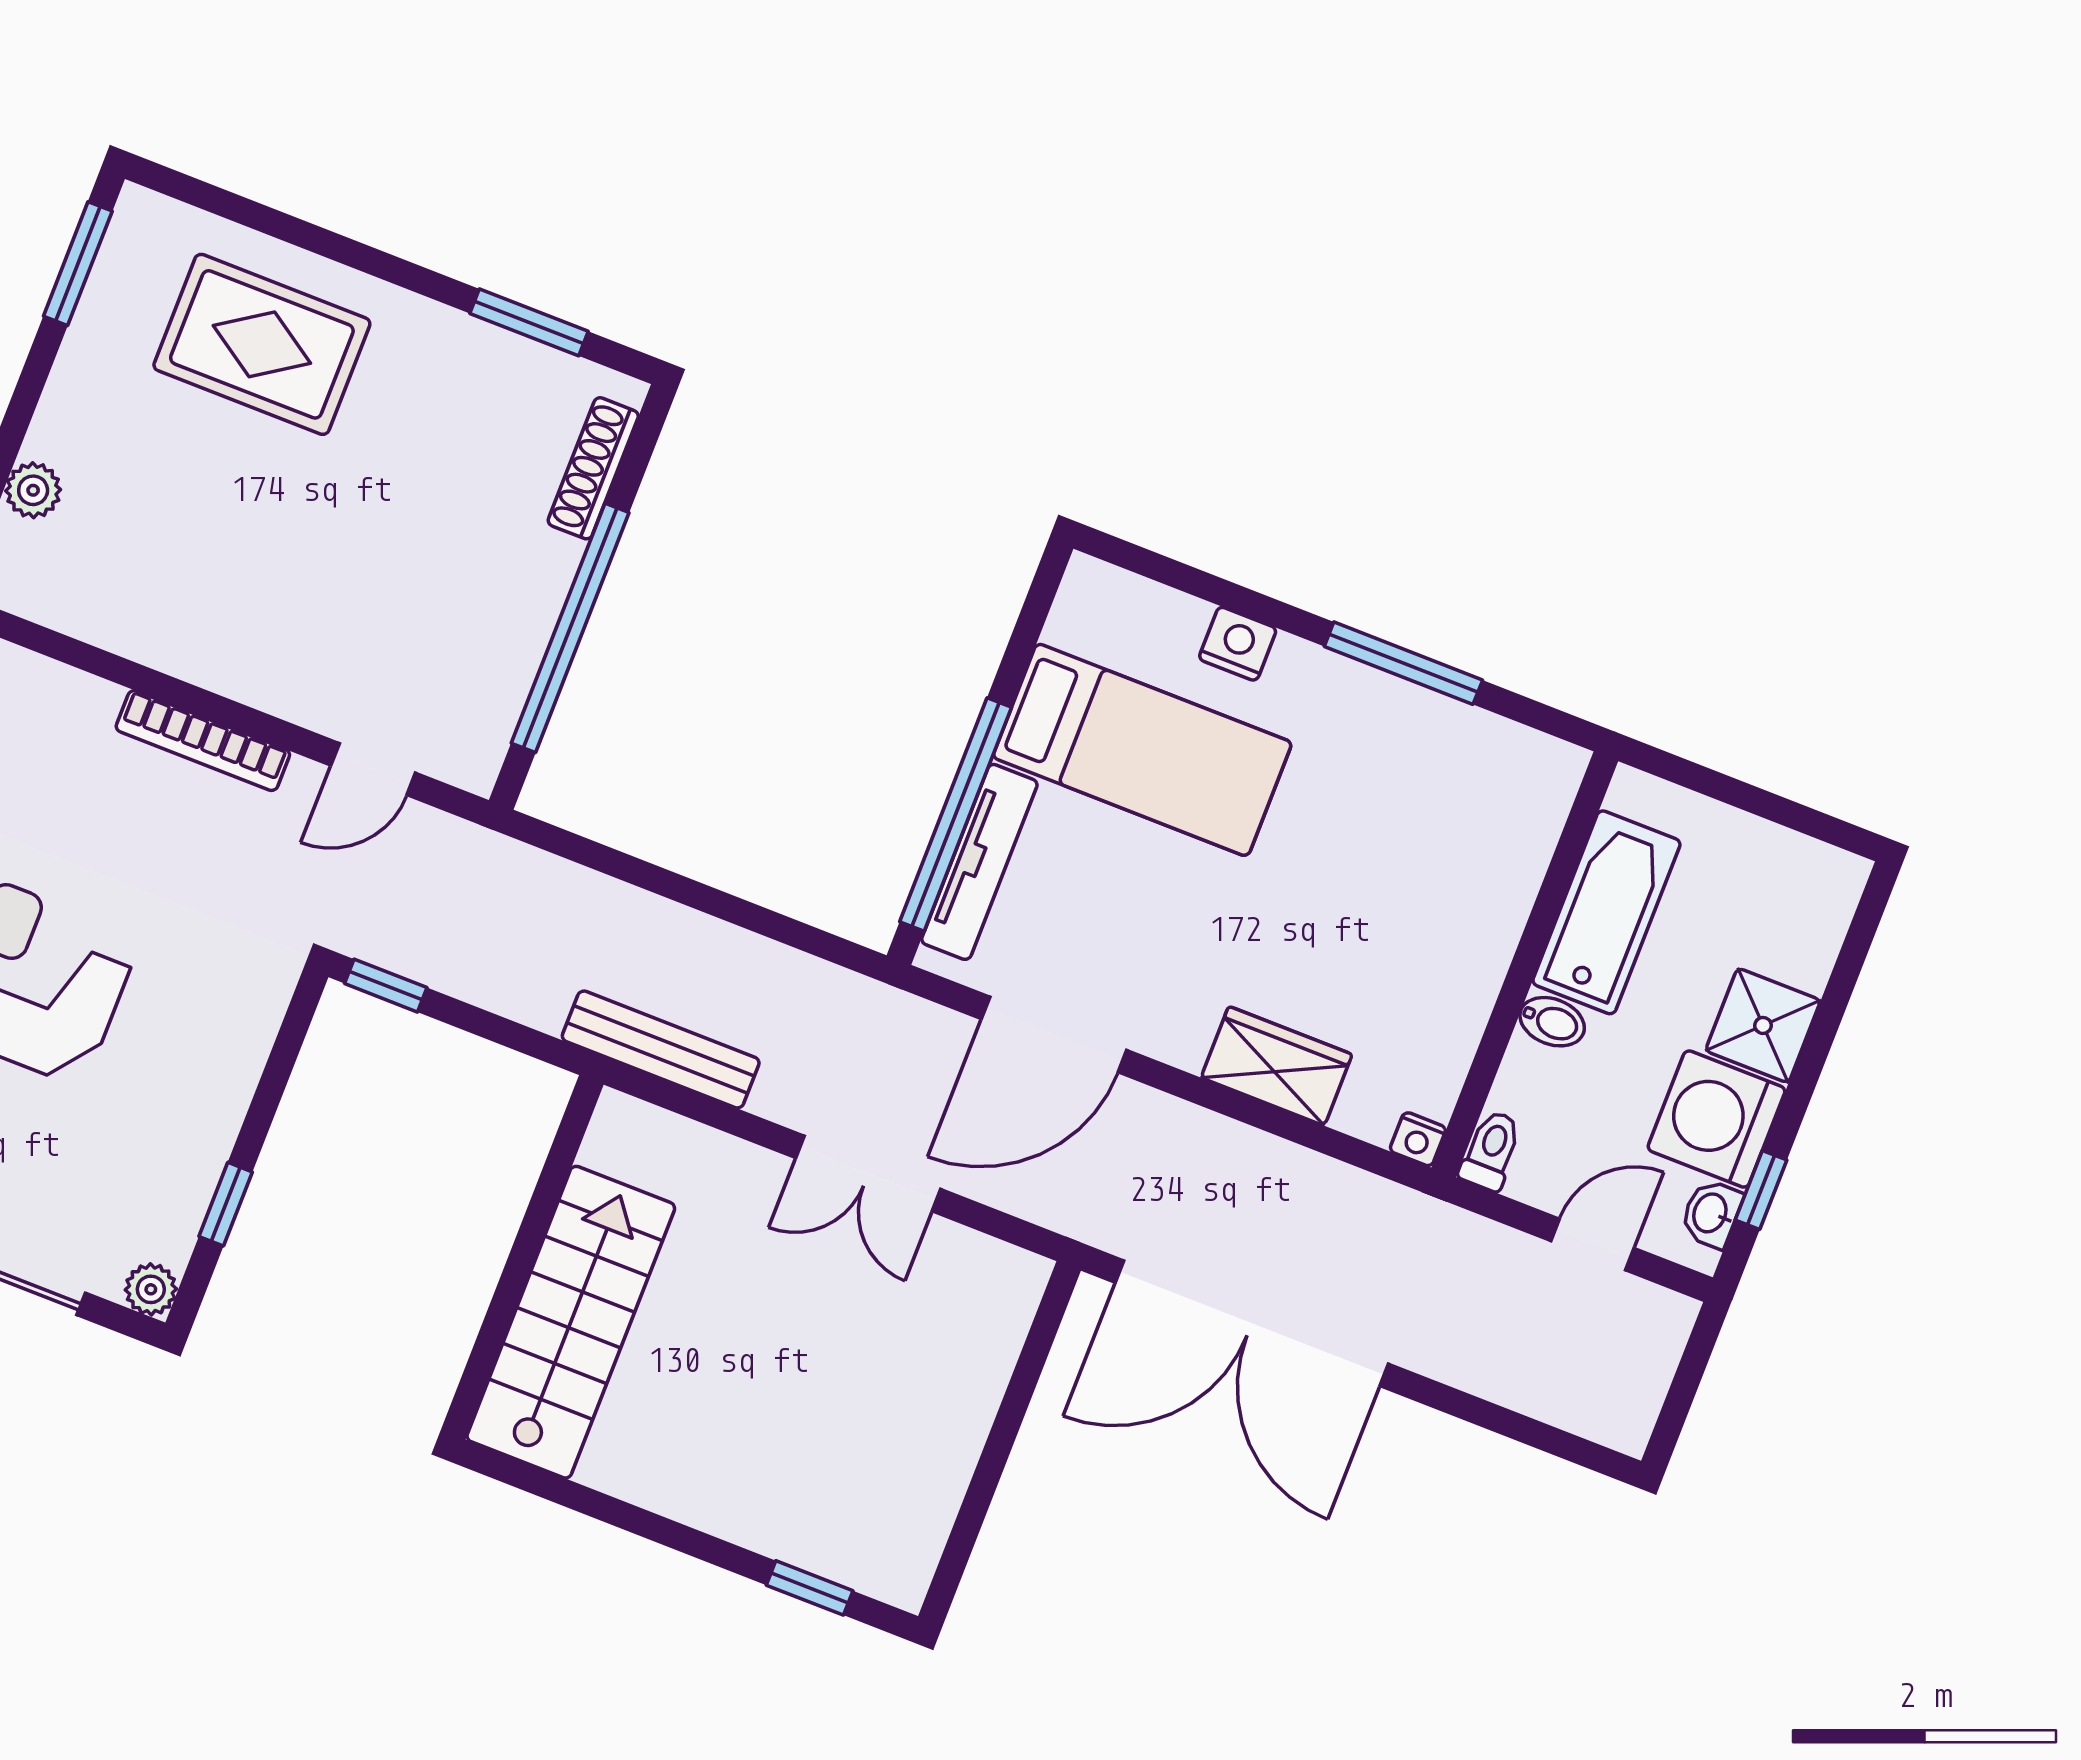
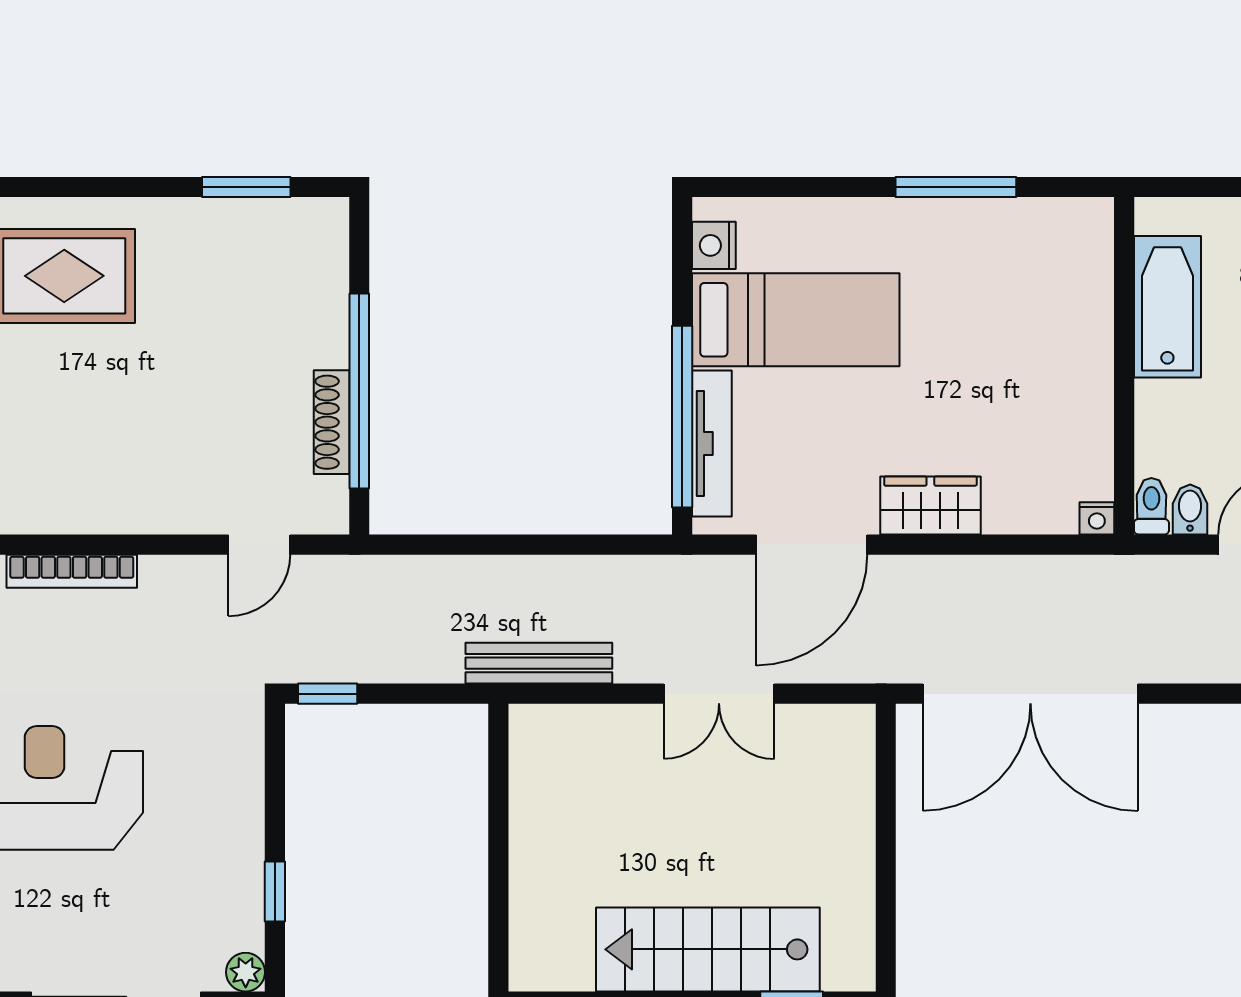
shoe rack: (593, 468) -> (332, 422), moved
nightstand: (1238, 644) -> (714, 245), moved, turned -90
bookcase: (203, 741) -> (72, 571), moved
bidet: (1552, 1022) -> (1190, 510), moved, turned -90
wardrobe: (1277, 1066) -> (930, 506), moved
stairs: (571, 1322) -> (708, 949), moved, turned -90

